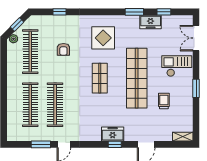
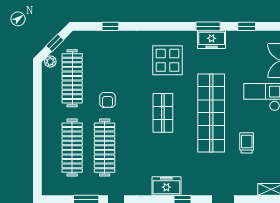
freezer: (151, 22) -> (212, 40), moved
armchair: (63, 49) -> (108, 100), moved
freezer: (113, 134) -> (166, 186), moved

